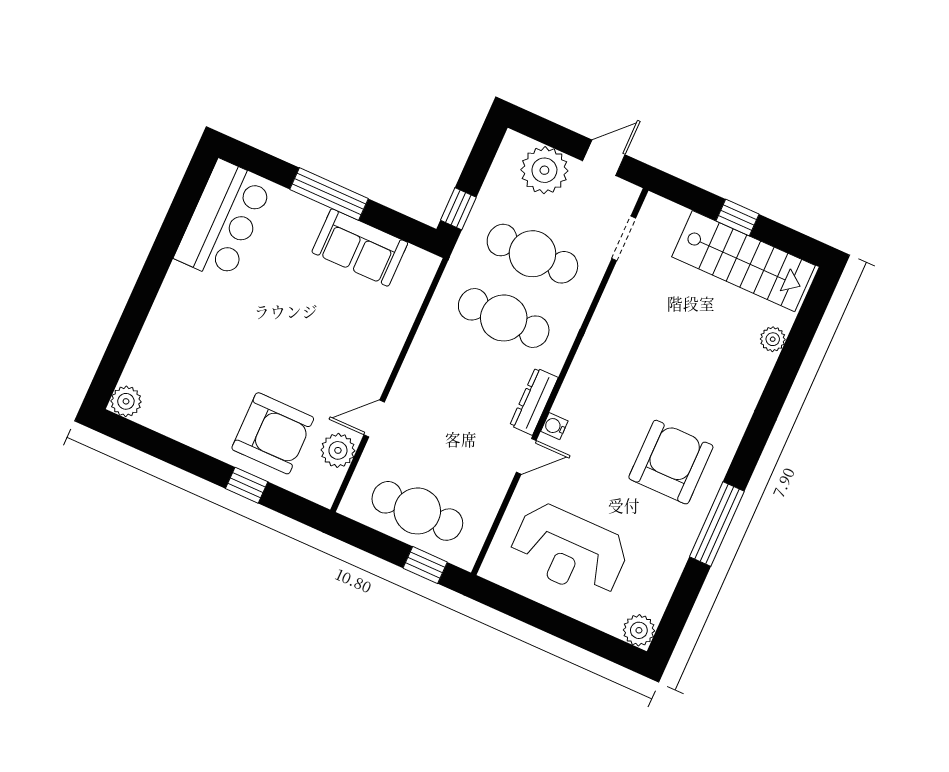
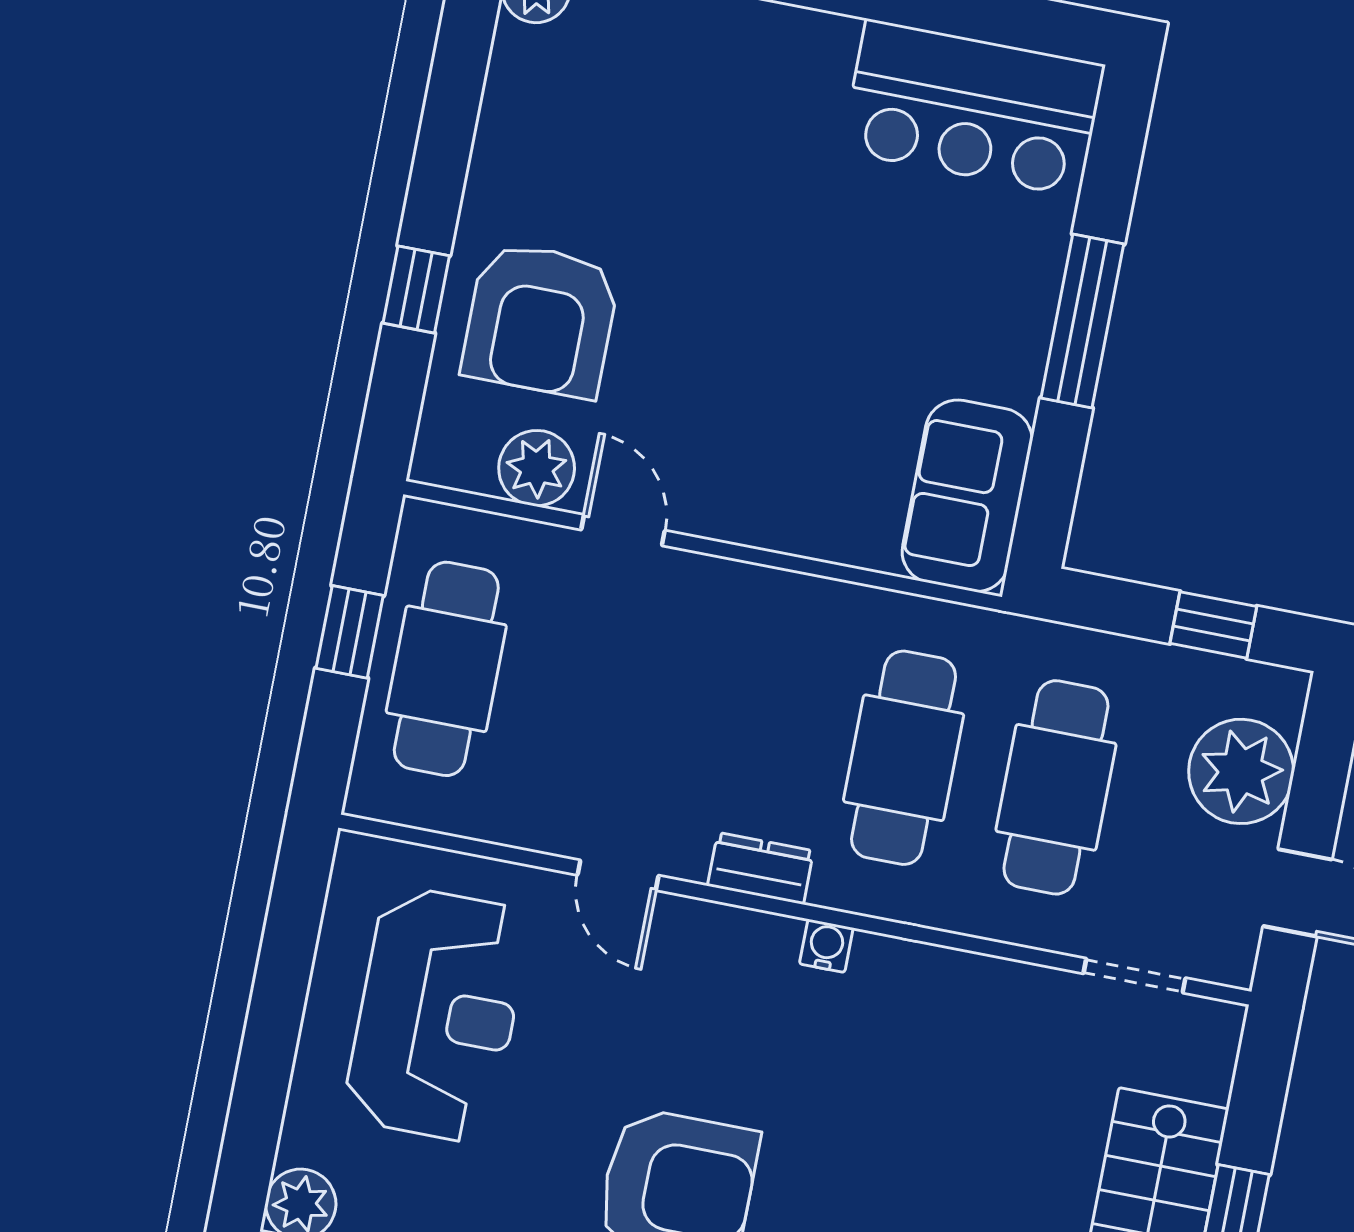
window: (458, 209) -> (1213, 625), moved
sofa: (360, 247) -> (967, 496), moved
dresser: (534, 401) -> (761, 868), width x0.70
water cooler: (554, 426) -> (826, 946), moved
reception desk: (569, 551) -> (437, 1015), turned 180
window: (425, 565) -> (350, 632), moved

